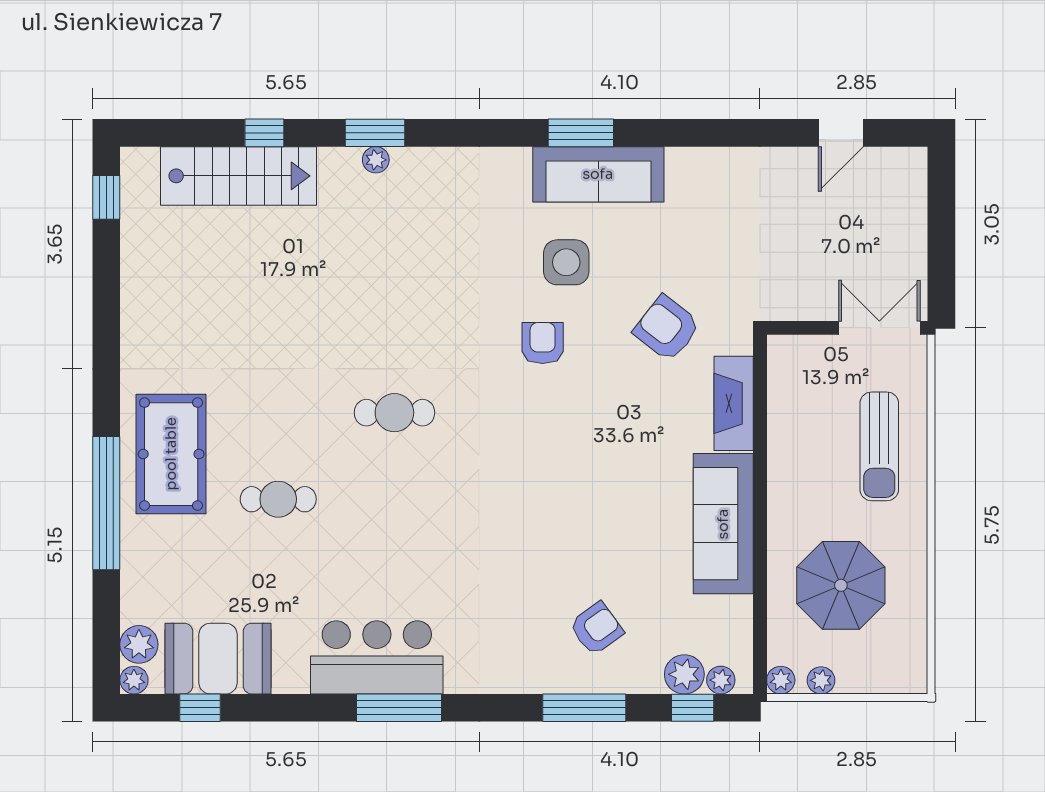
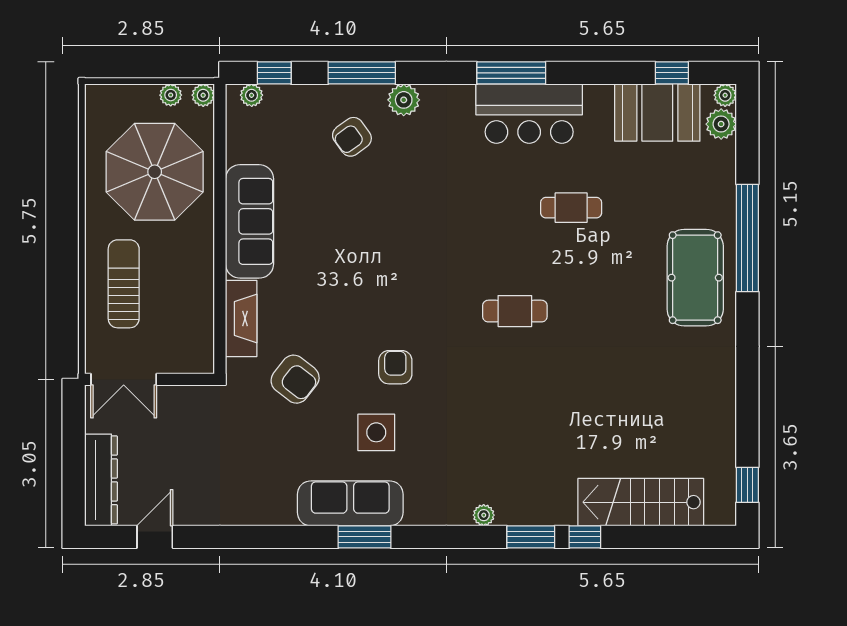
window: (264, 133) -> (585, 537), moved
plant: (376, 160) -> (484, 515), moved
dresser: (907, 203) -> (101, 480), added
armchair: (543, 343) -> (395, 367), turned 180
cafe table: (278, 499) -> (571, 208), moved
parasol: (841, 585) -> (155, 172), width x1.36, depth x1.36
plant: (684, 674) -> (404, 100), moved

